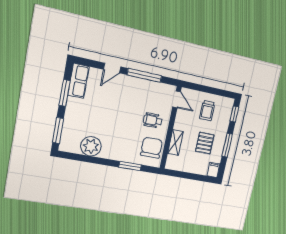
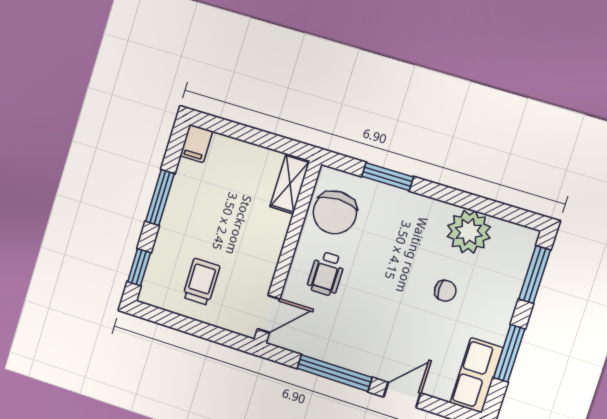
door: (177, 99) -> (269, 314), swing flipped
chair: (98, 119) -> (445, 291), added
wheelchair: (153, 120) -> (326, 274), turned 90
shelving: (176, 142) -> (290, 184), moved
pallet: (205, 143) -> (212, 209), removed

